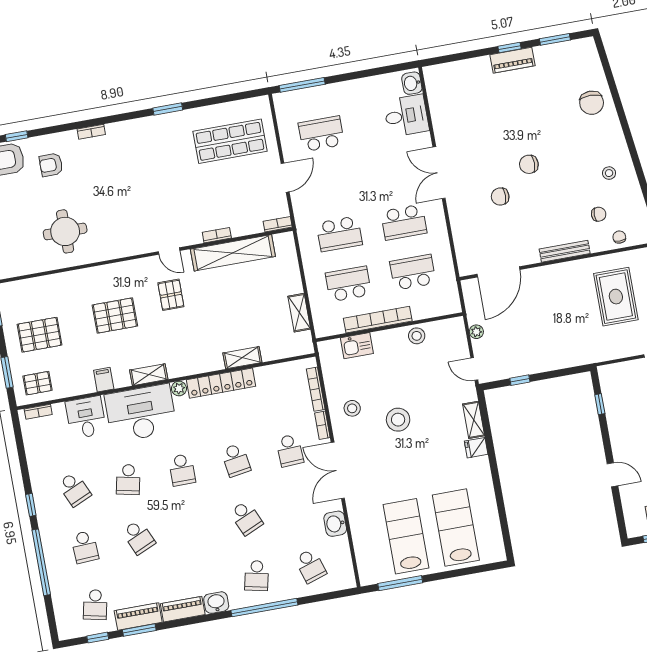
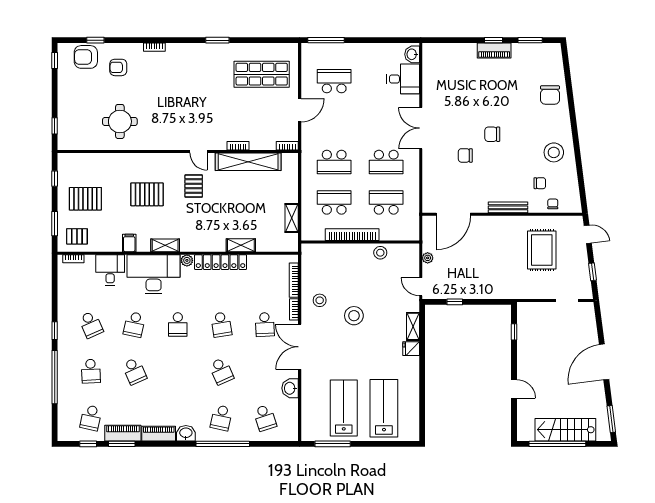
stool: (609, 173) -> (554, 152), width x1.89, depth x1.89
kitchen sink: (357, 346) -> (332, 252), removed

